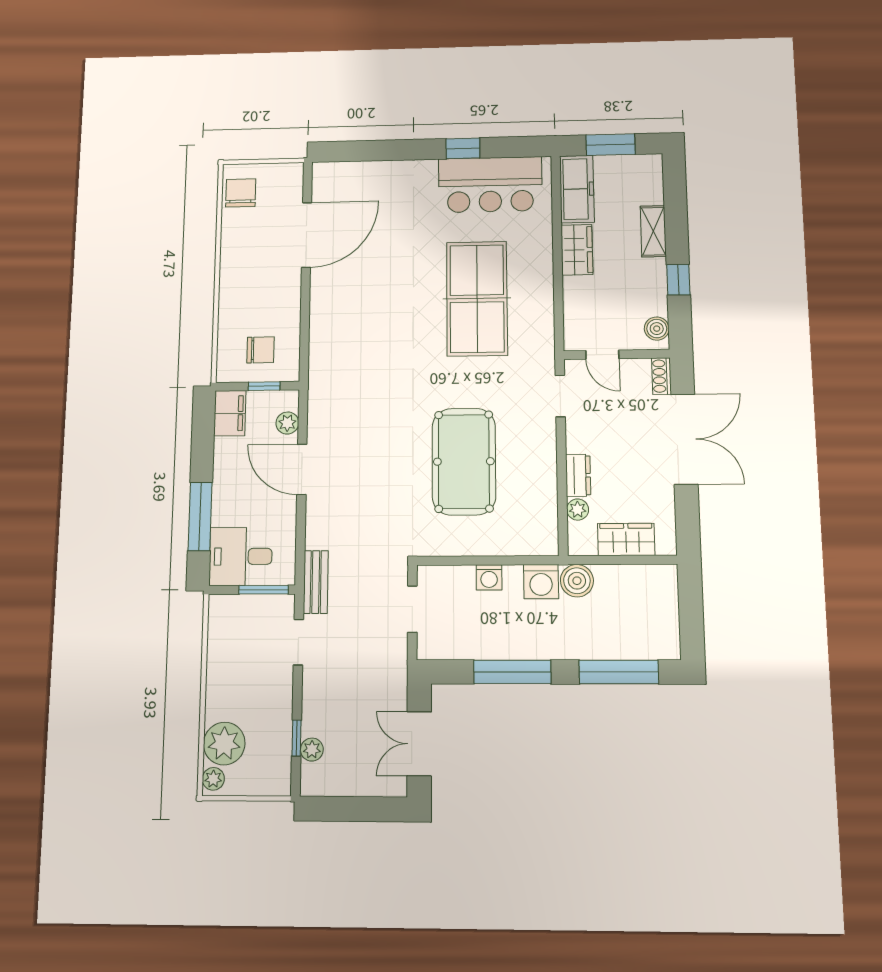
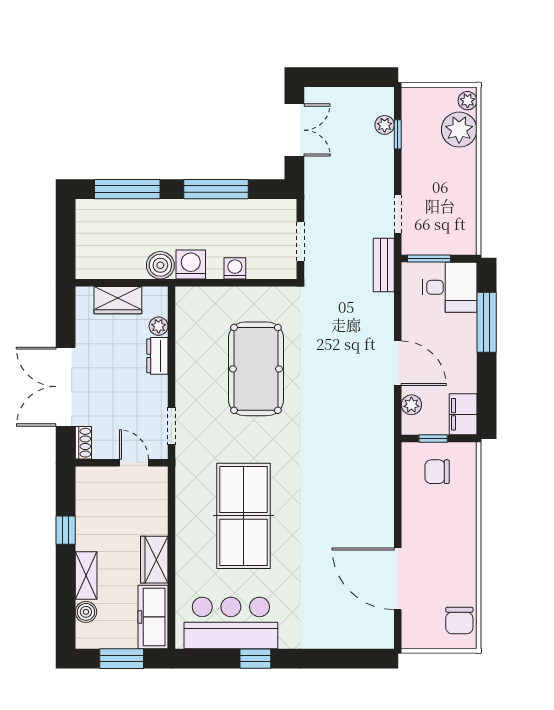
door: (307, 235) -> (398, 579), hinge flipped
boiler: (657, 329) -> (86, 612), moved

